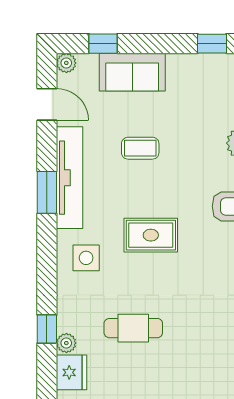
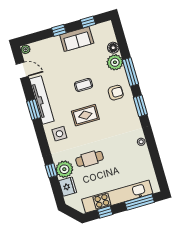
window: (103, 44) -> (59, 30), moved
sofa: (132, 72) -> (77, 39), moved
coffee table: (140, 148) -> (84, 85), moved
plant: (66, 343) -> (64, 169), width x1.87, depth x1.87

